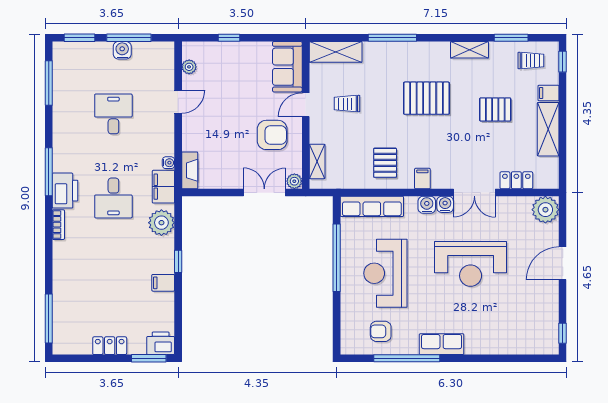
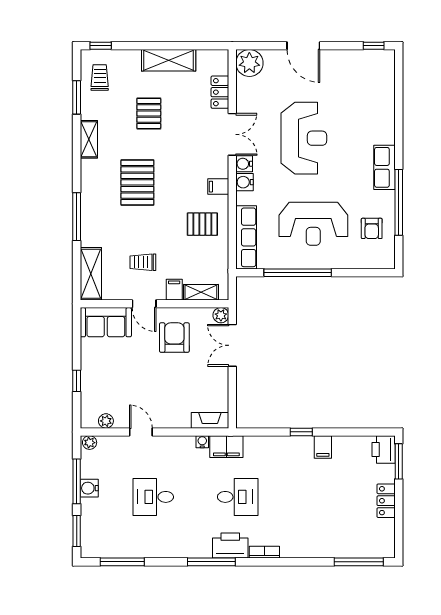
filing cabinet: (548, 93) -> (174, 290), moved, turned 180
trolley: (347, 104) -> (143, 262), turned 90
plant: (161, 223) -> (90, 443), moved, width x0.53, depth x0.53

